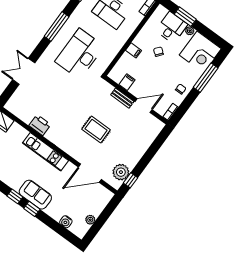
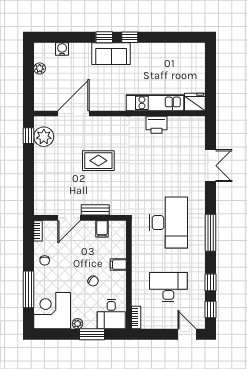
desk: (172, 27) -> (111, 314), moved
kitchen unit: (45, 152) -> (155, 103), moved

